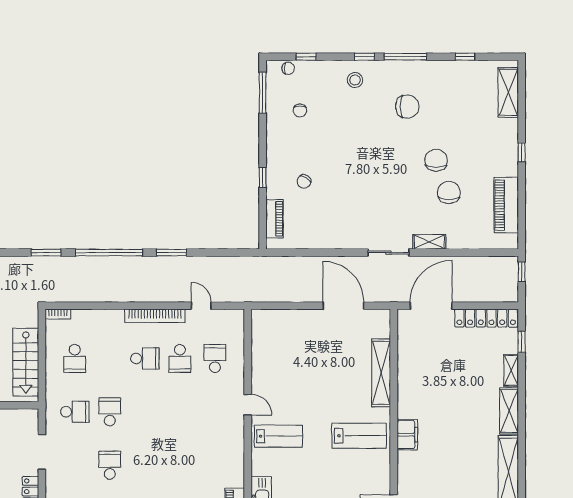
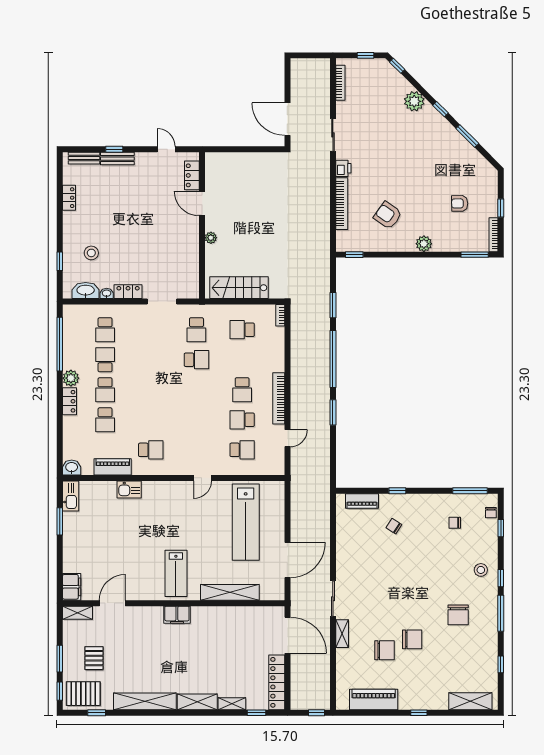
lab bench: (278, 436) -> (246, 522), moved, width x1.86, depth x1.39
school desk: (110, 465) -> (151, 450), moved

